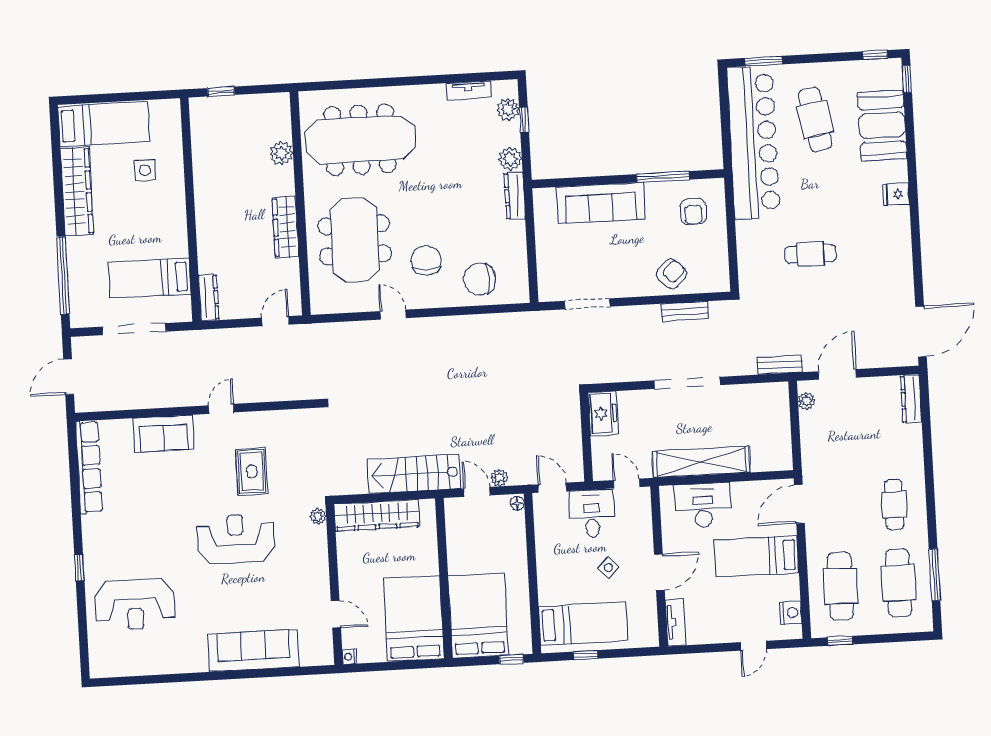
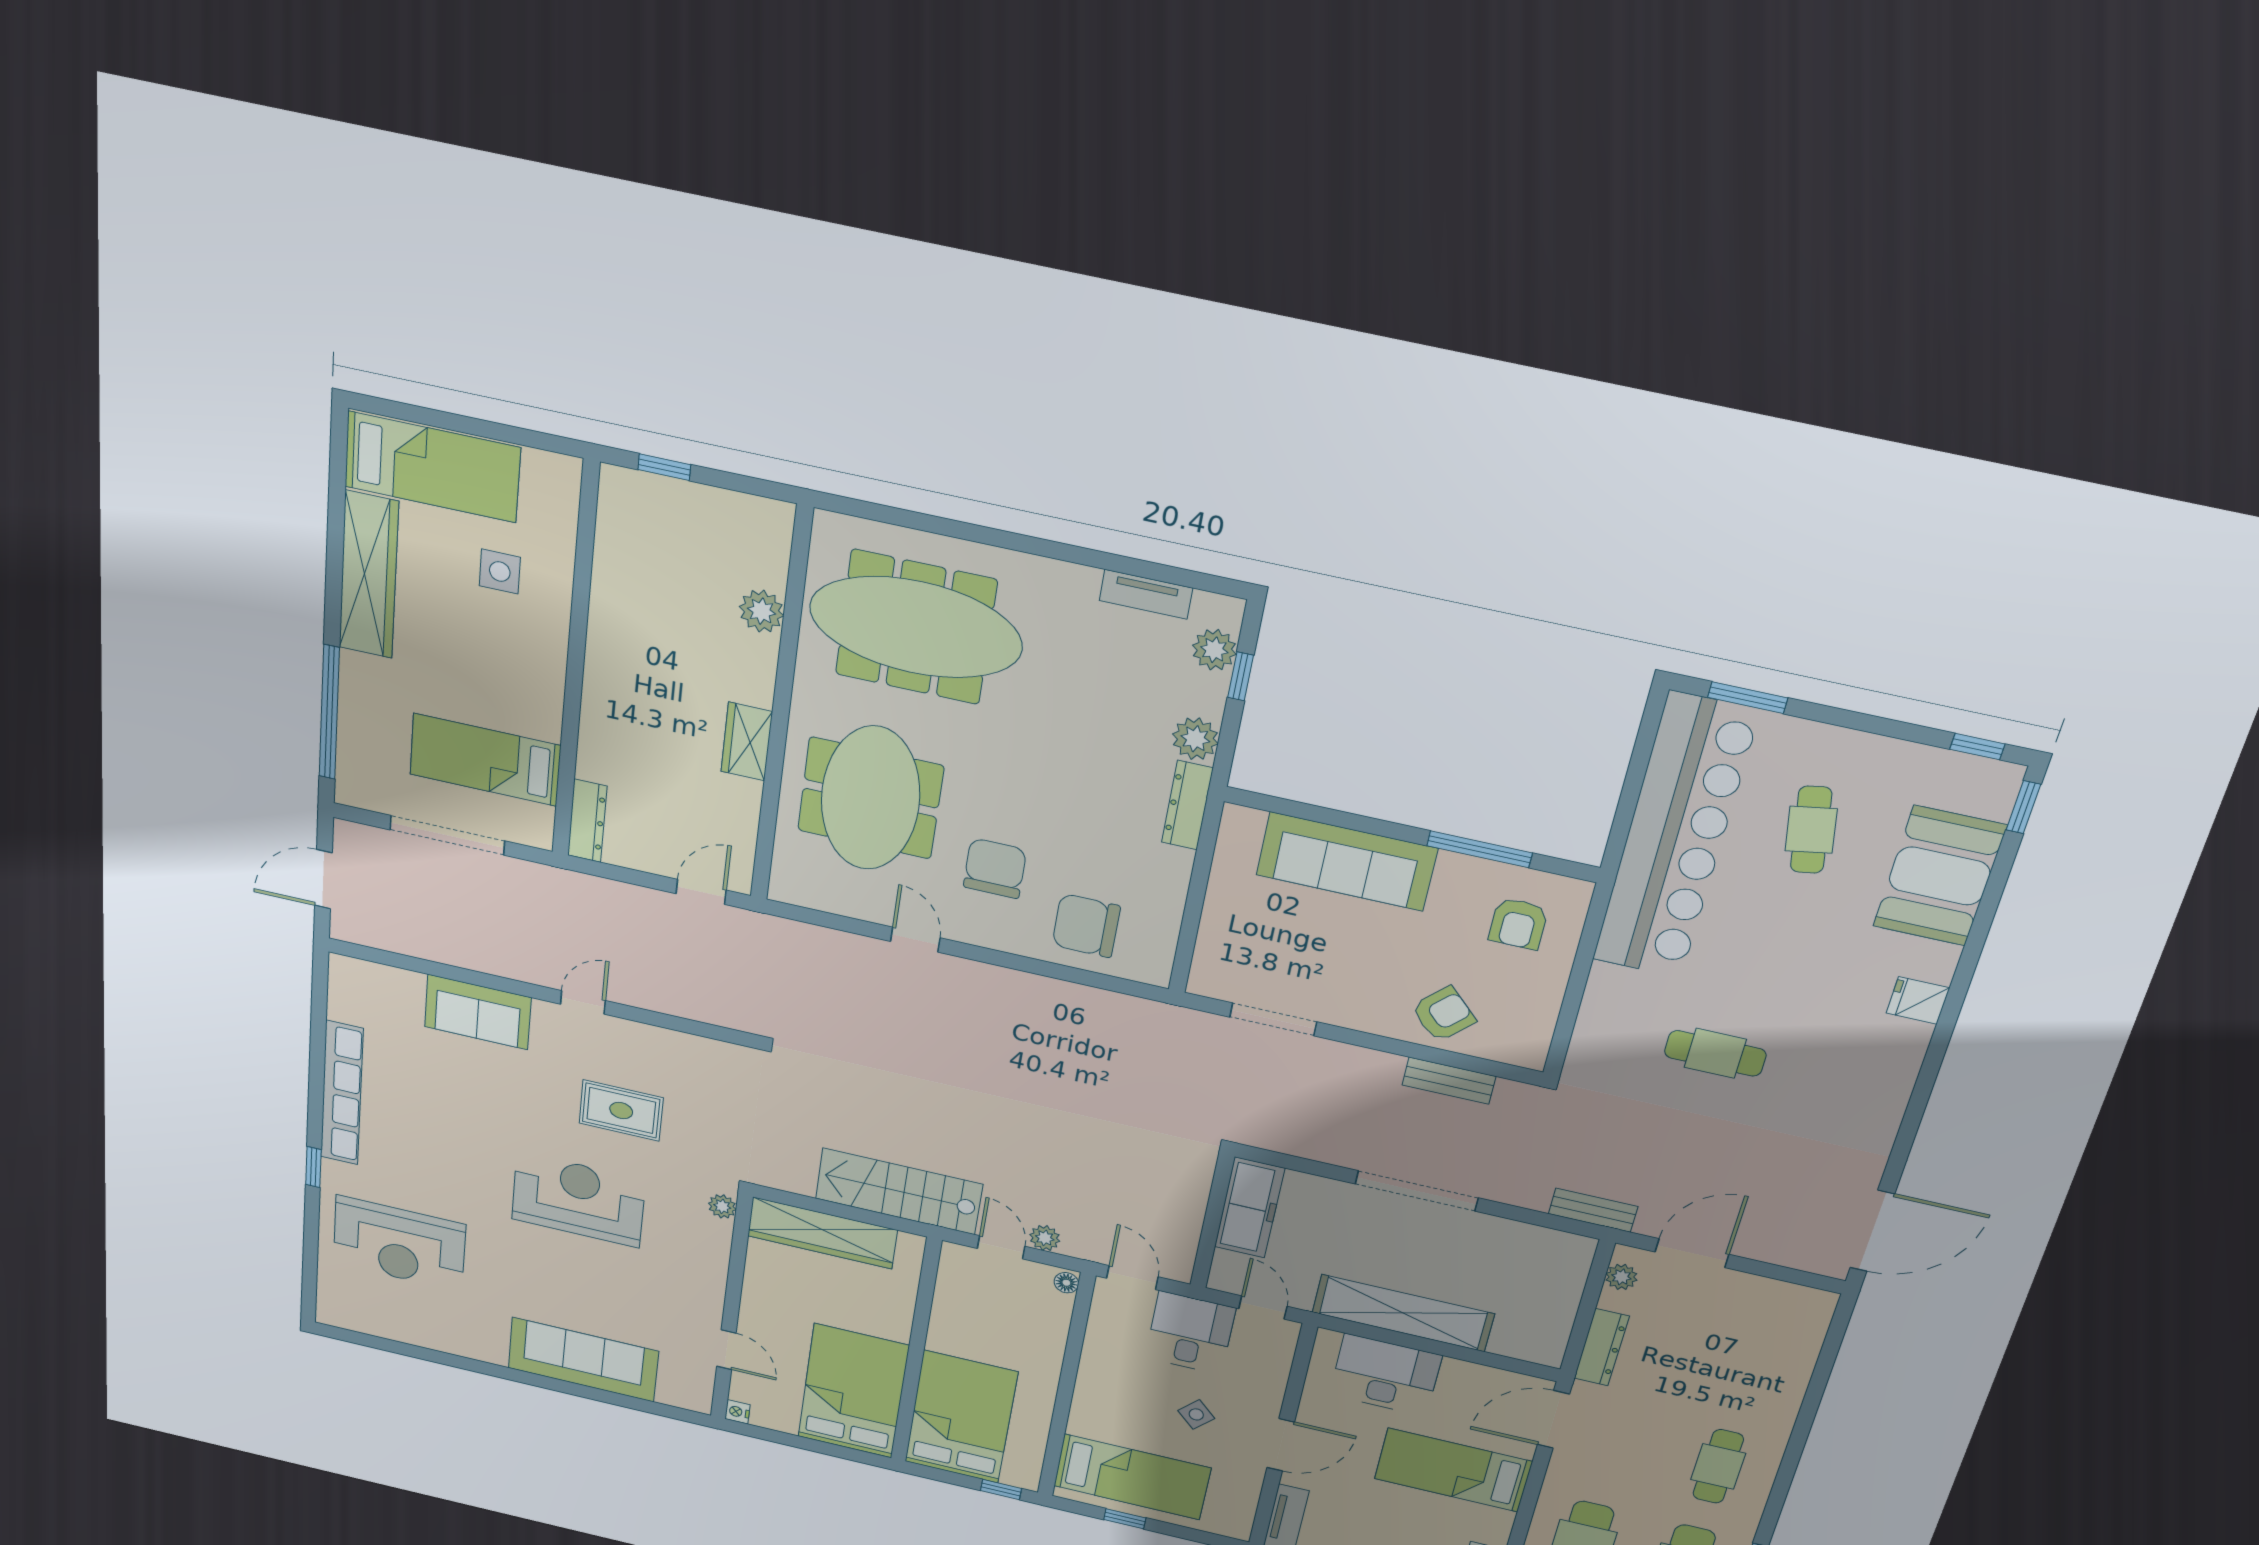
cafe table: (815, 119) -> (1811, 830), width x0.73, depth x0.74
wardrobe: (286, 227) -> (747, 742), width x0.67
dresser: (911, 399) -> (1602, 1347), moved, turned 180
freezer: (603, 413) -> (1249, 1208), width x1.40
row of seats: (89, 467) -> (342, 1093), moved
rug: (252, 471) -> (621, 1110), turned 90

